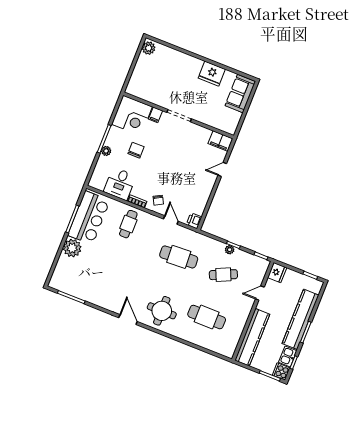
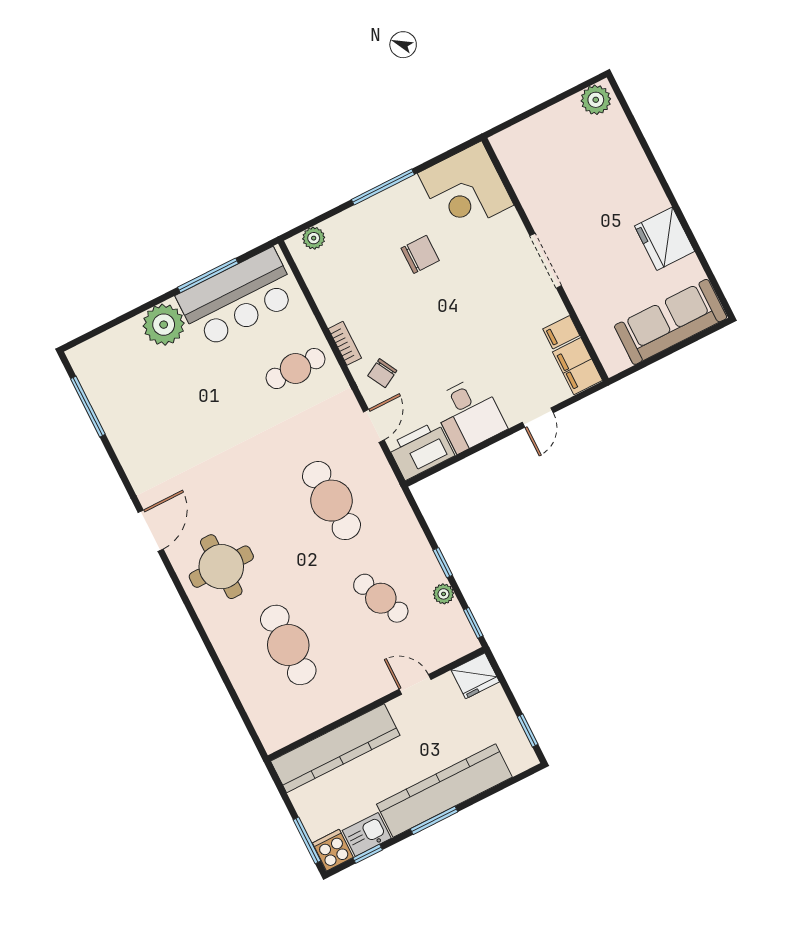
sofa: (240, 94) -> (671, 322), width x1.36
filing cabinet: (156, 115) -> (561, 332), moved
plant: (106, 151) -> (314, 238), moved
door: (222, 169) -> (538, 418), swing flipped
desk: (120, 184) -> (469, 414), moved, turned -90
printer: (194, 221) -> (421, 450), width x1.87, depth x1.48
plant: (230, 250) -> (444, 594), moved

